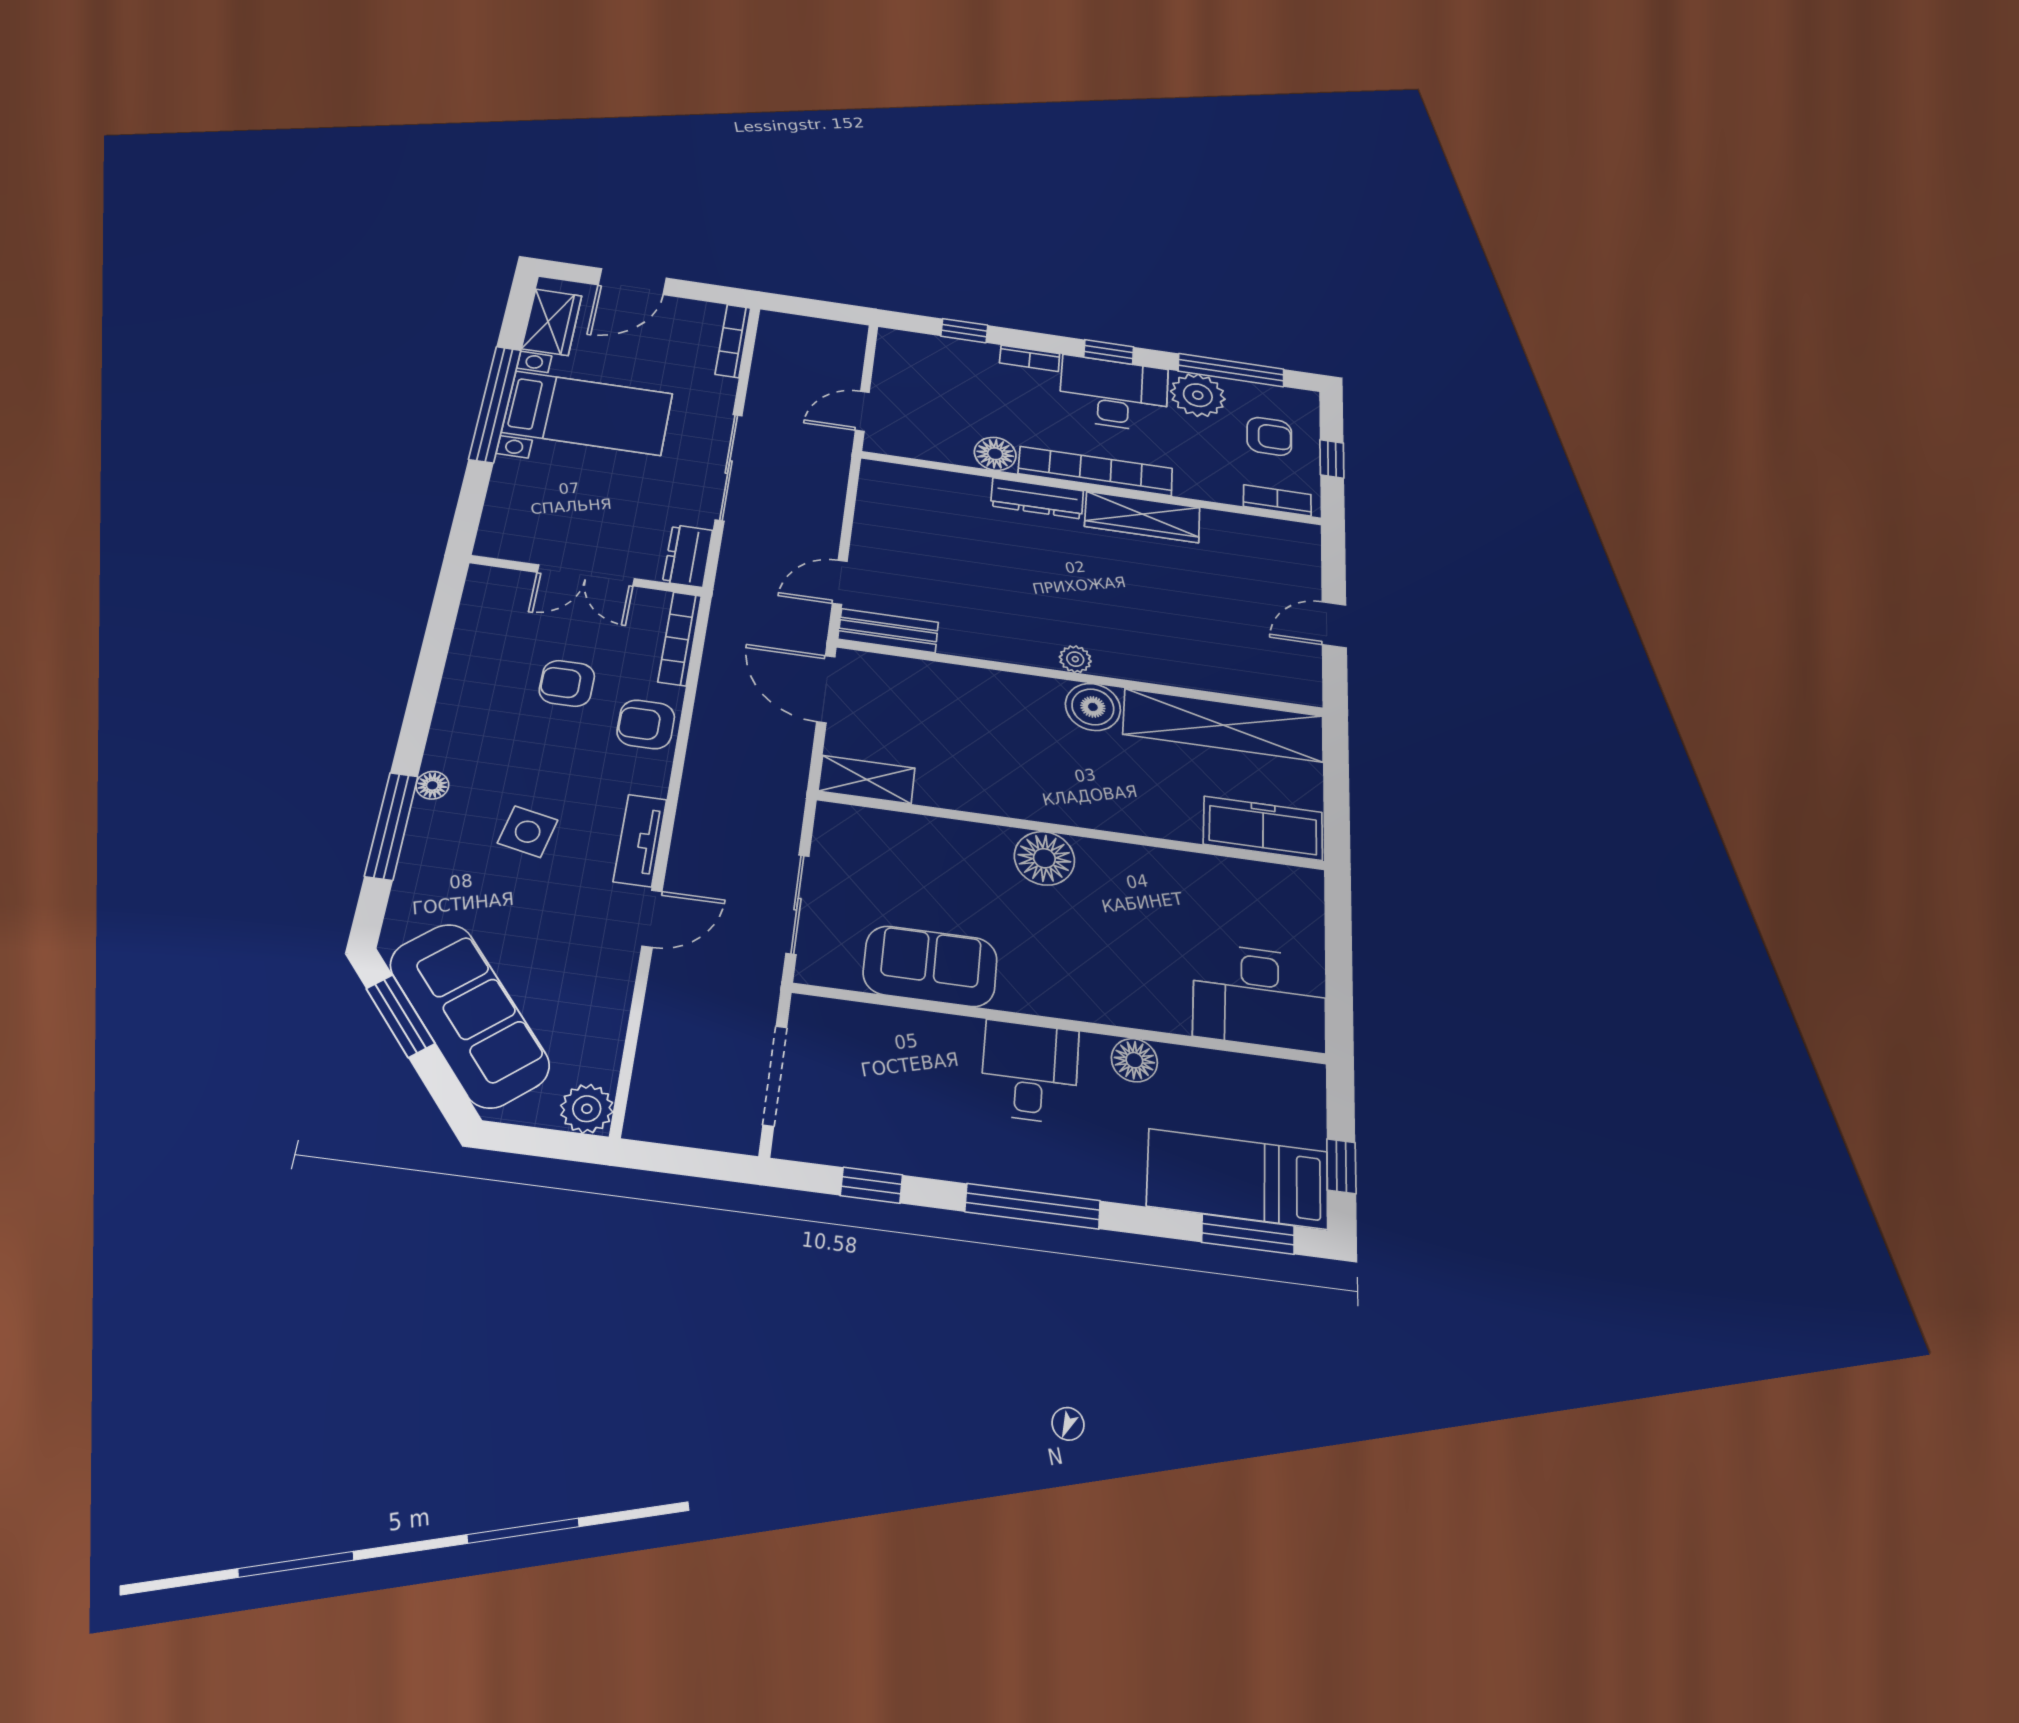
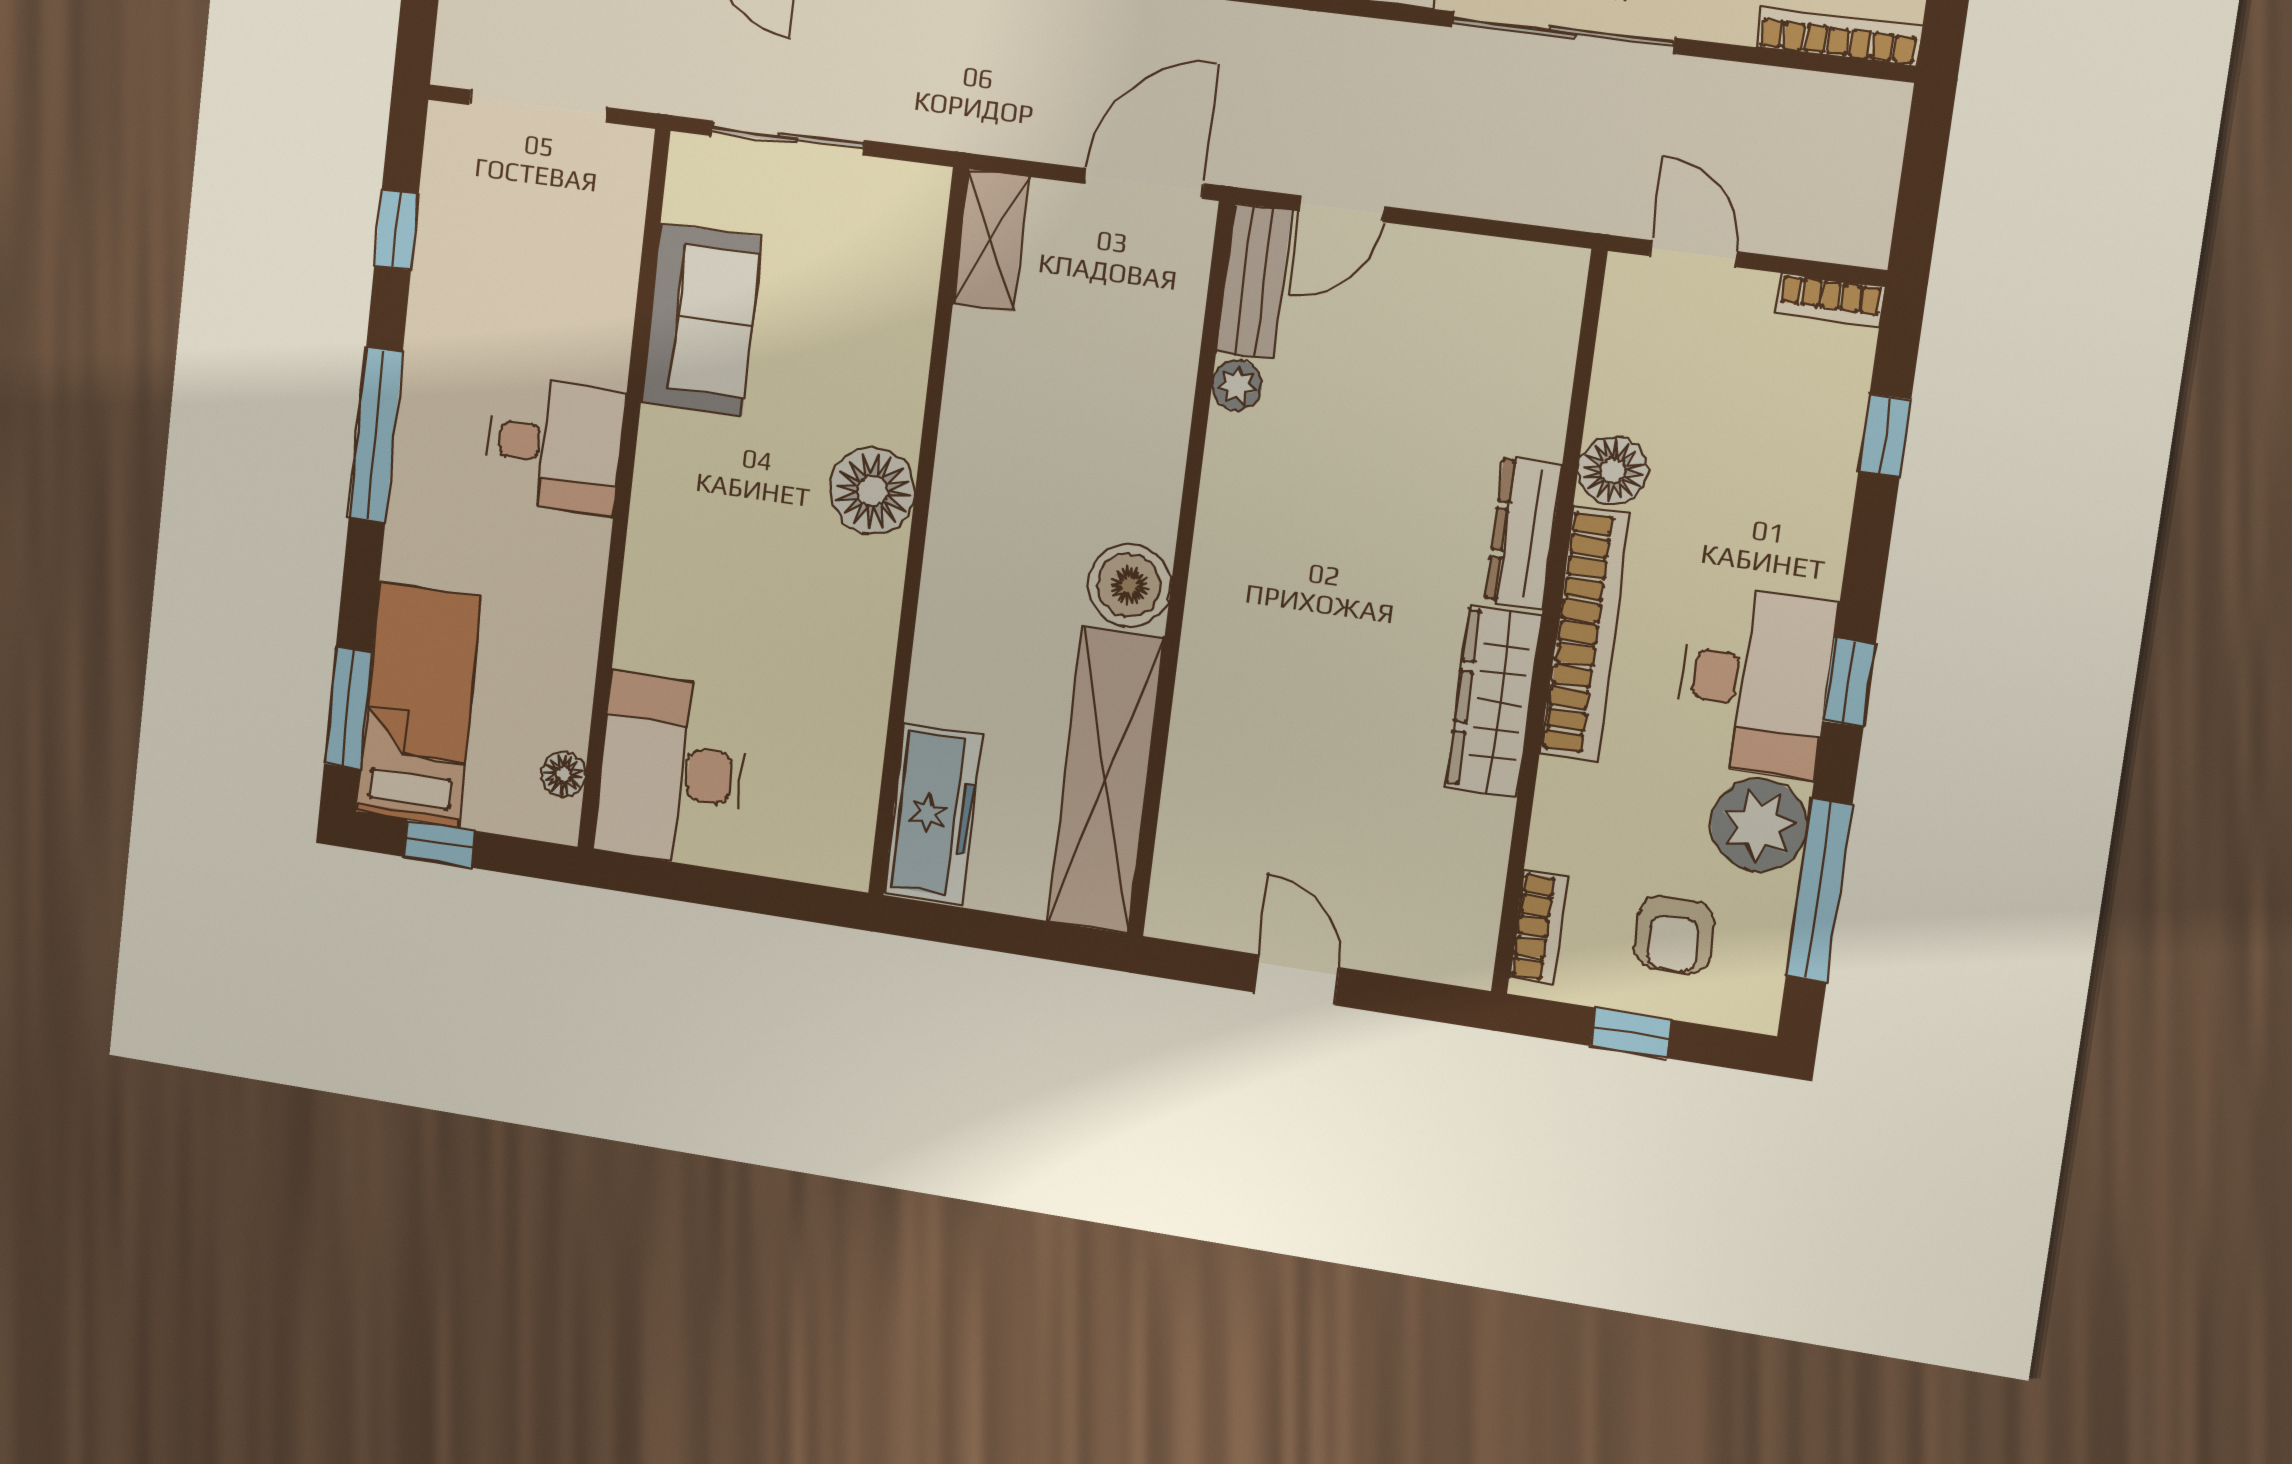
bookcase: (1030, 358) -> (1830, 300), moved, turned -90
door: (840, 582) -> (1342, 209), swing flipped
plant: (1075, 659) -> (1237, 385), moved
floor lamp: (1134, 1060) -> (563, 774), moved, width x0.73, depth x0.73

